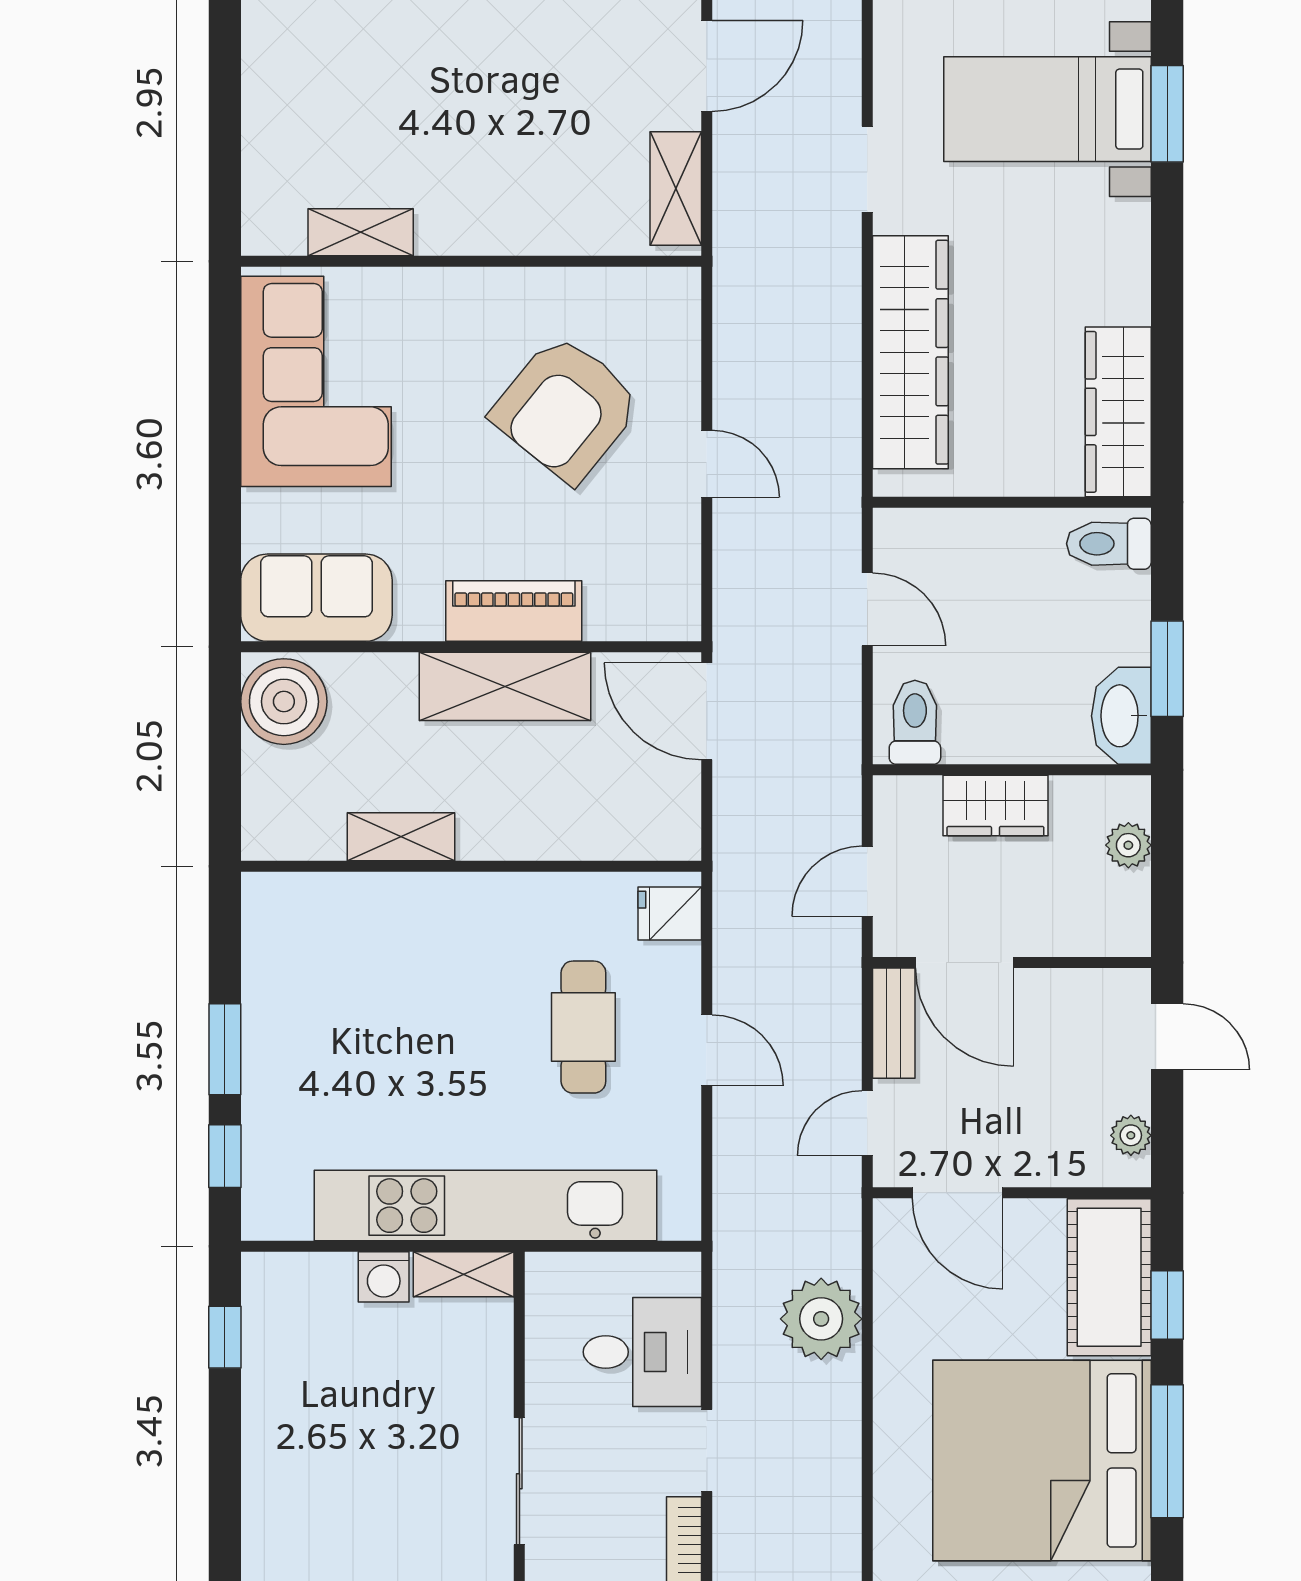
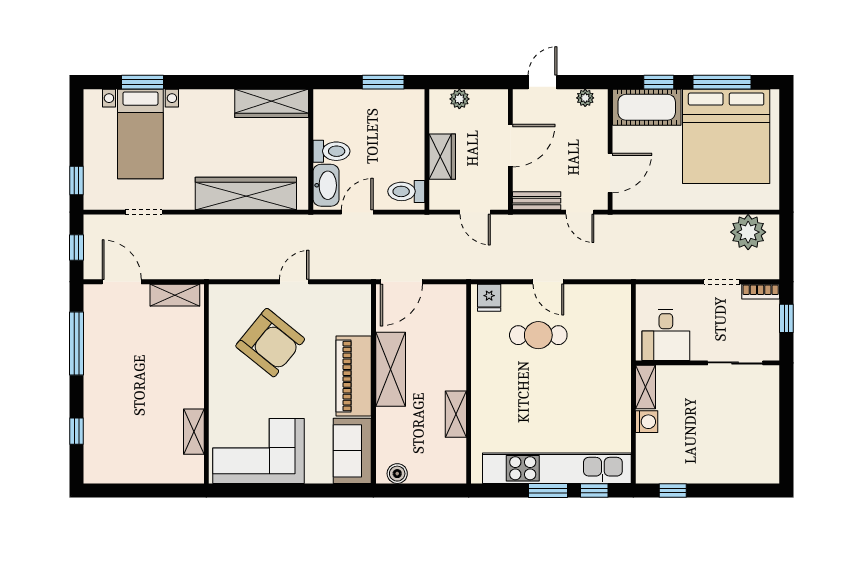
doorway: (867, 169) -> (144, 212), moved
toilet: (1109, 544) -> (331, 151), moved, turned -90
piano: (514, 611) -> (354, 376), width x1.37, depth x1.33
boiler: (284, 702) -> (397, 474), width x0.54, depth x0.54
washbasin: (1121, 716) -> (326, 185), moved, turned -90
door: (964, 963) -> (510, 146), moved
door: (707, 1050) -> (548, 282), swing flipped
kitchen unit: (486, 1206) -> (557, 468), moved, turned 90
plant: (821, 1319) -> (748, 232), moved
desk: (642, 1352) -> (666, 335), moved, turned 180

